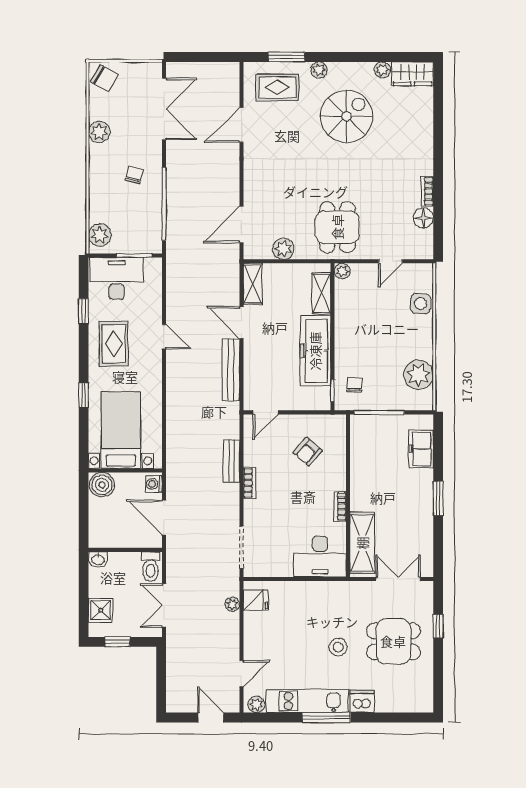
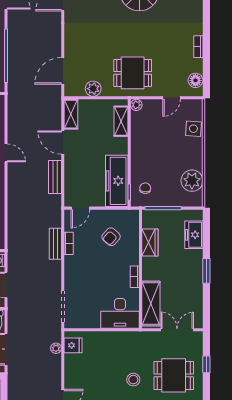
floor lamp: (423, 218) -> (195, 80), moved
dining table: (337, 227) -> (133, 73), turned 90
freezer: (315, 351) -> (117, 181), moved
bench: (231, 370) -> (55, 177), width x0.73
wardrobe: (361, 459) -> (150, 242), added
bookcase: (250, 483) -> (69, 243), moved

